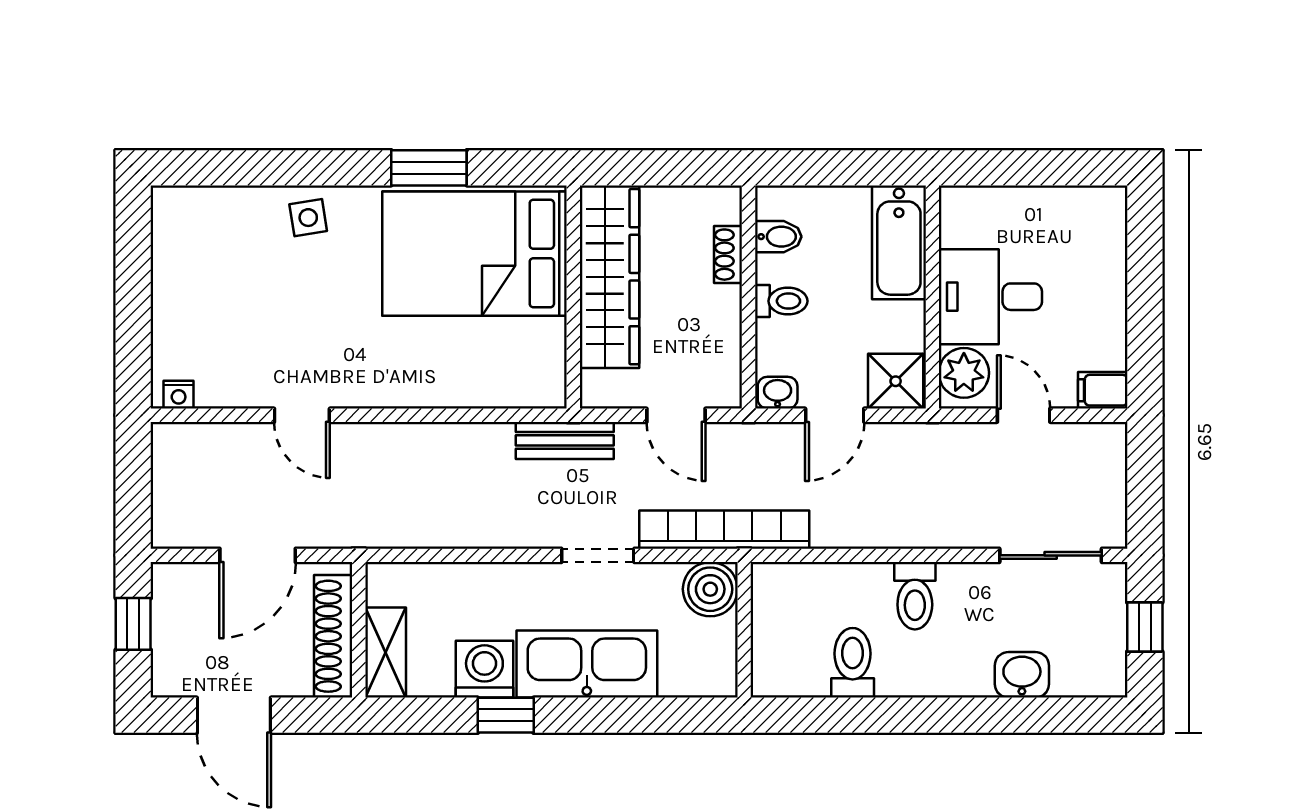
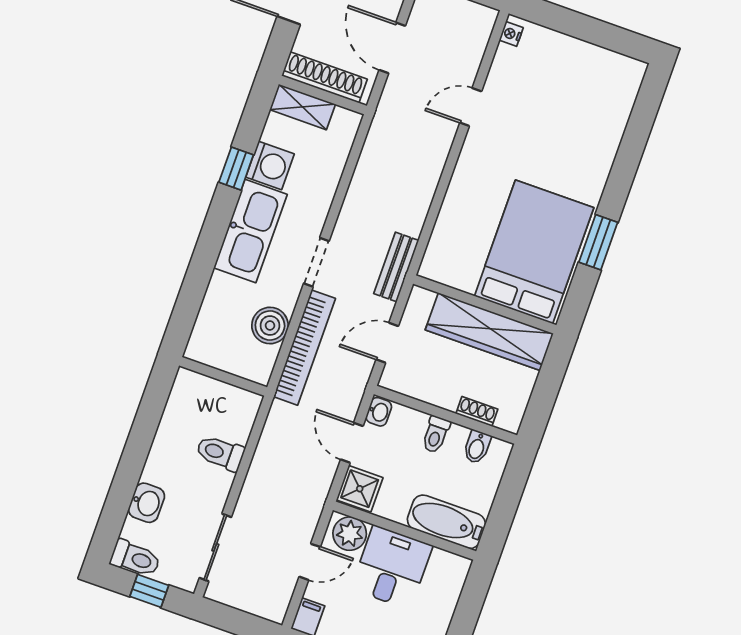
side table: (308, 218) -> (594, 155), removed
wall: (744, 630) -> (223, 376), moved
toilet: (853, 663) -> (135, 558), moved

